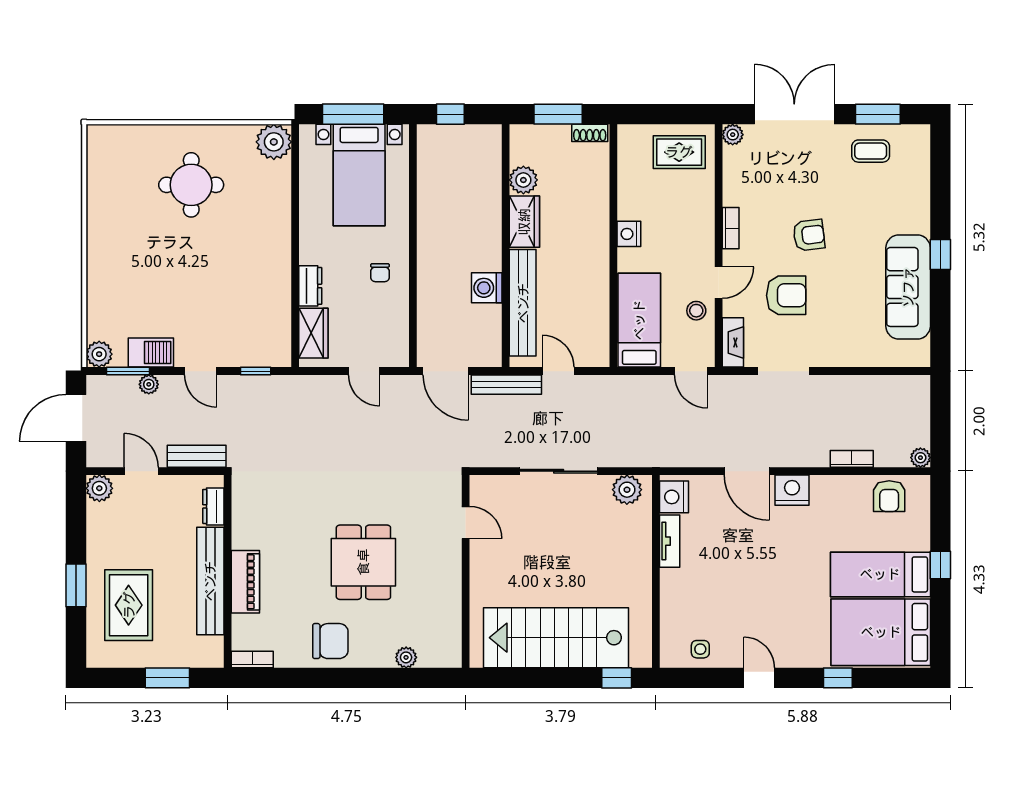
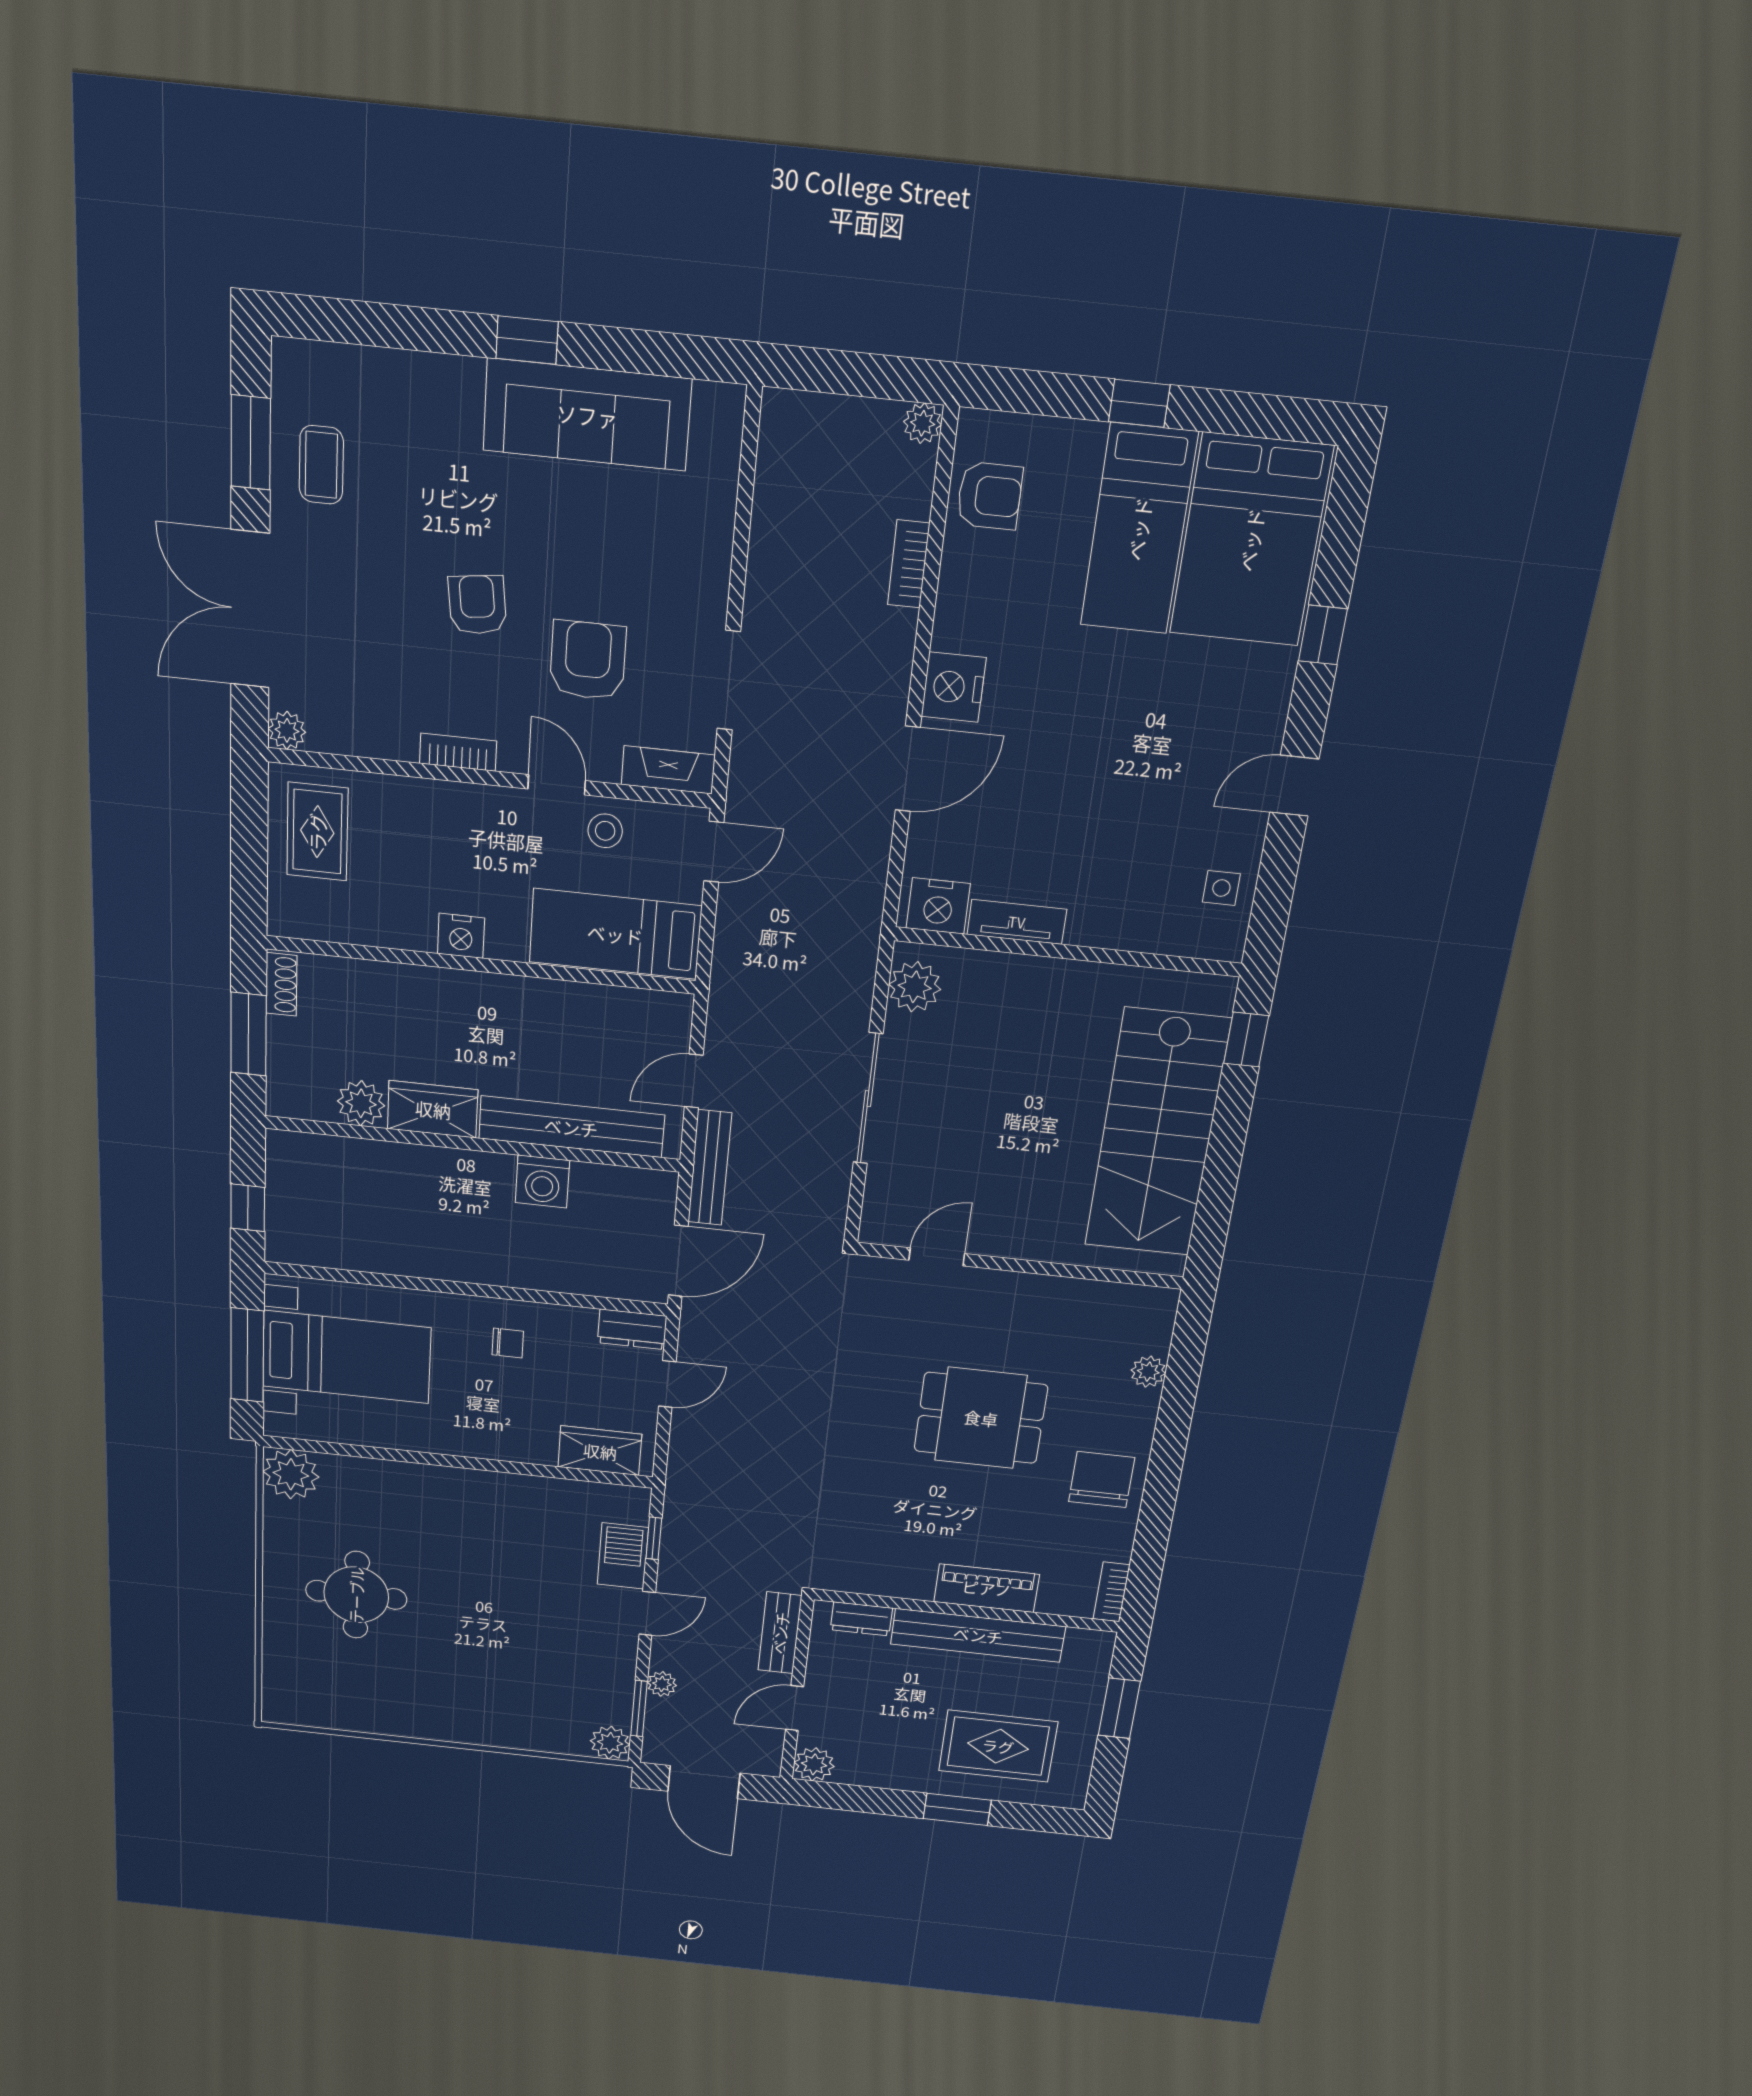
dresser: (310, 286) -> (632, 1329), moved, turned 180
barbecue: (151, 353) -> (623, 1556), moved

